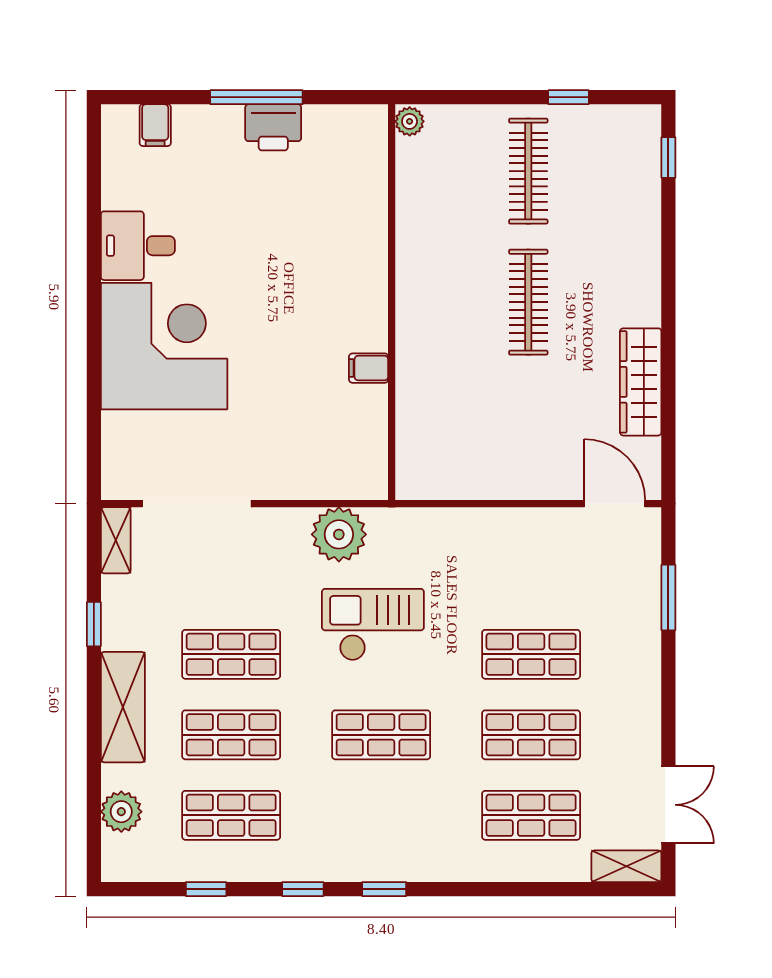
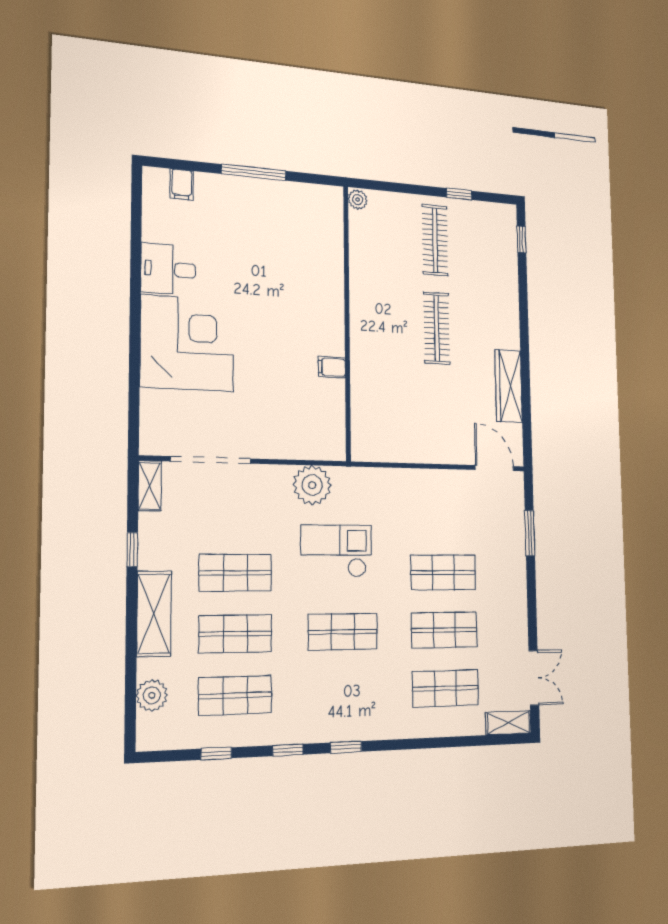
printer: (273, 127) -> (265, 194), removed

